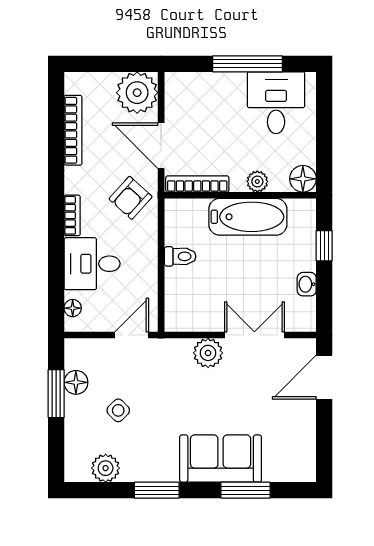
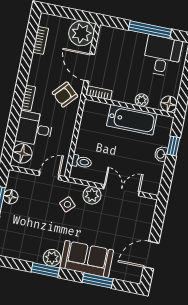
bookcase: (73, 130) -> (41, 40), width x0.64
bookcase: (197, 184) -> (99, 93), width x0.64
toilet: (180, 256) -> (82, 162), moved
washbasin: (307, 284) -> (161, 154), moved
floor lamp: (73, 308) -> (22, 153), width x1.89, depth x1.89
door: (324, 377) -> (151, 255), moved
side table: (118, 410) -> (67, 204), moved
plant: (106, 468) -> (52, 258), moved

